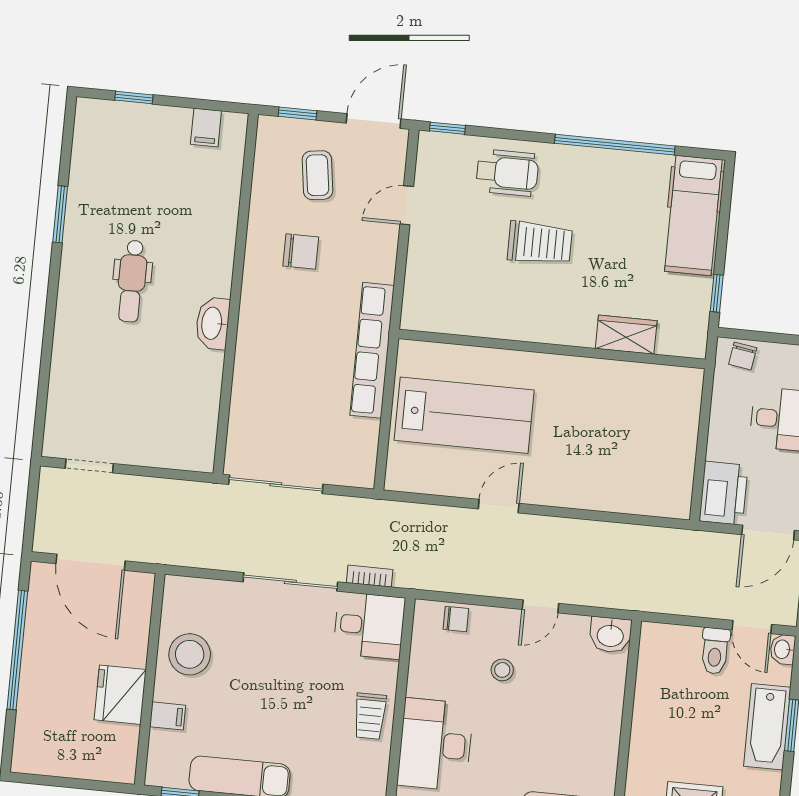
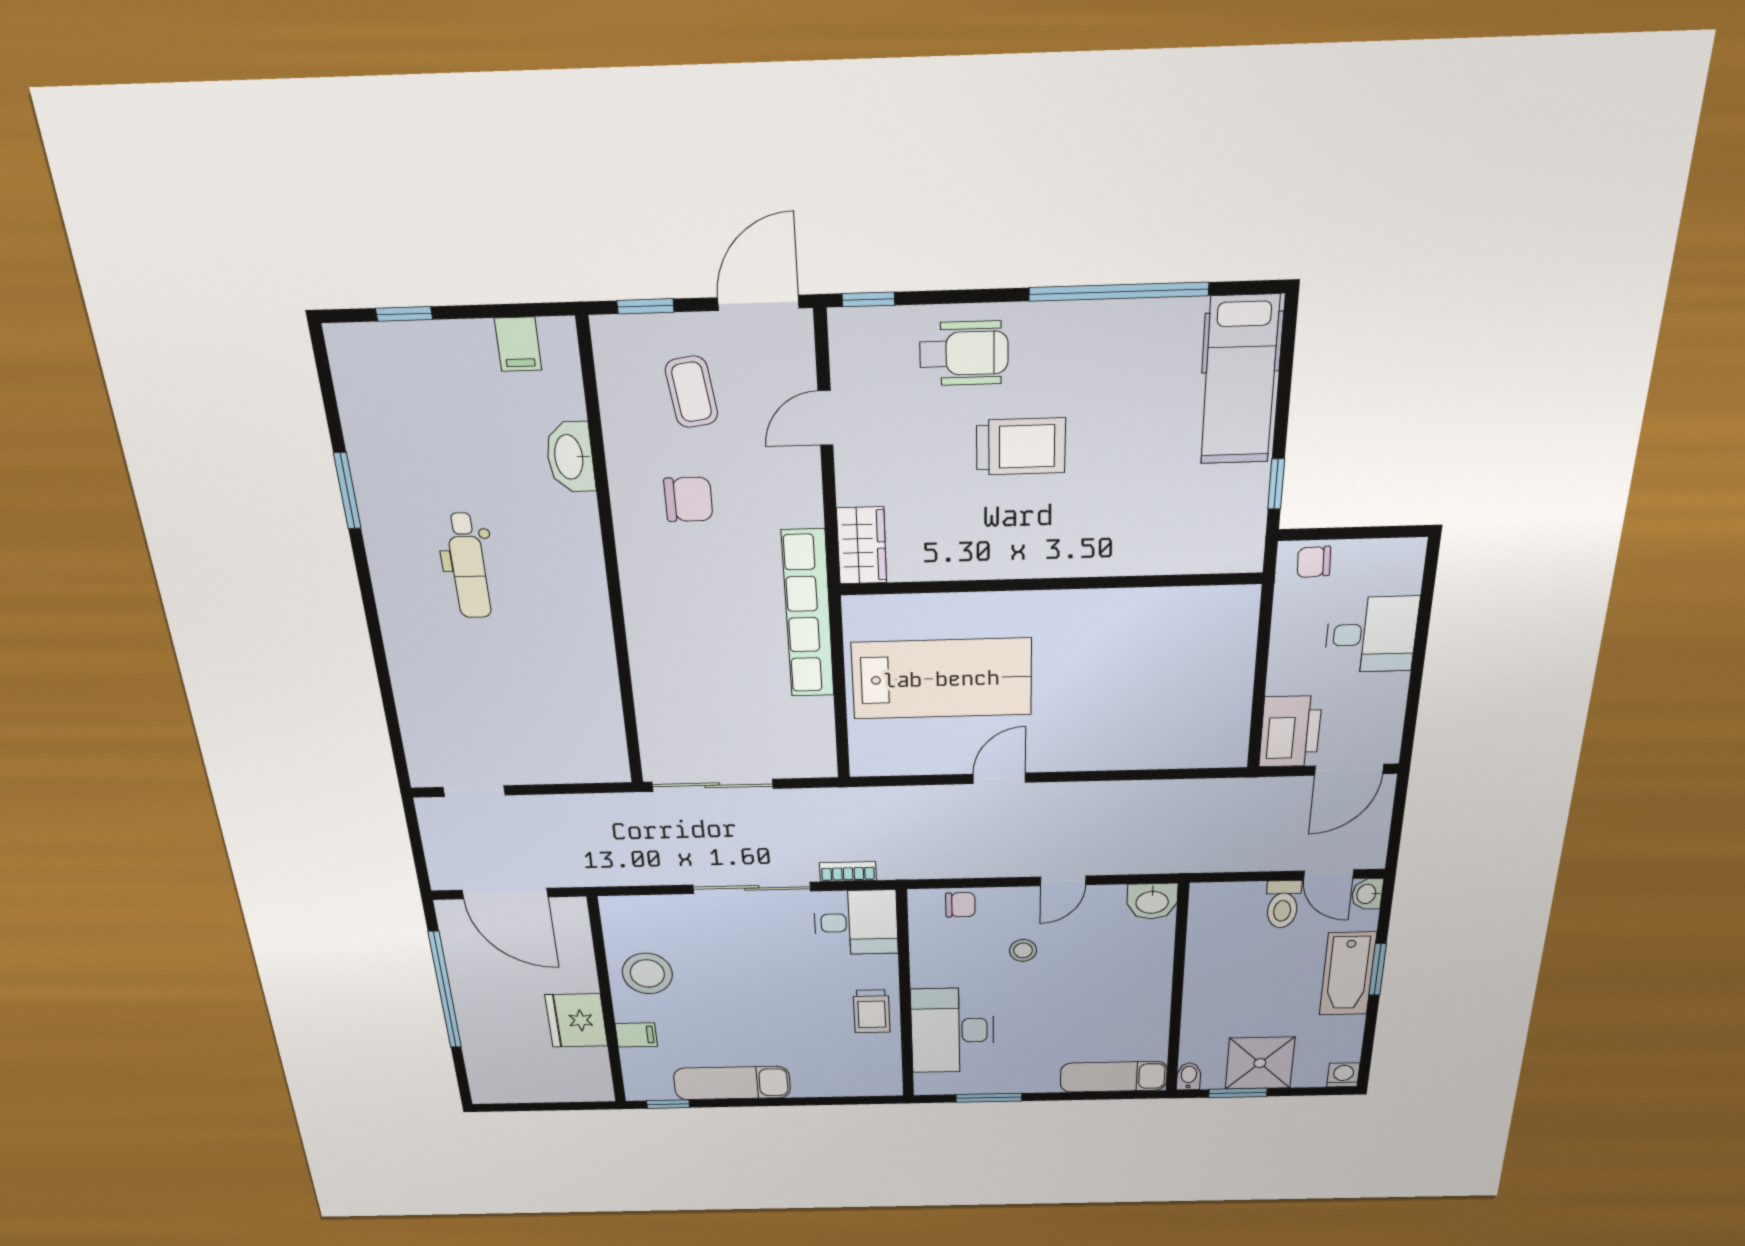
washbasin: (213, 323) -> (570, 457), moved
wardrobe: (626, 335) -> (862, 546), moved, turned 90
chair: (743, 356) -> (1314, 562), turned 78

